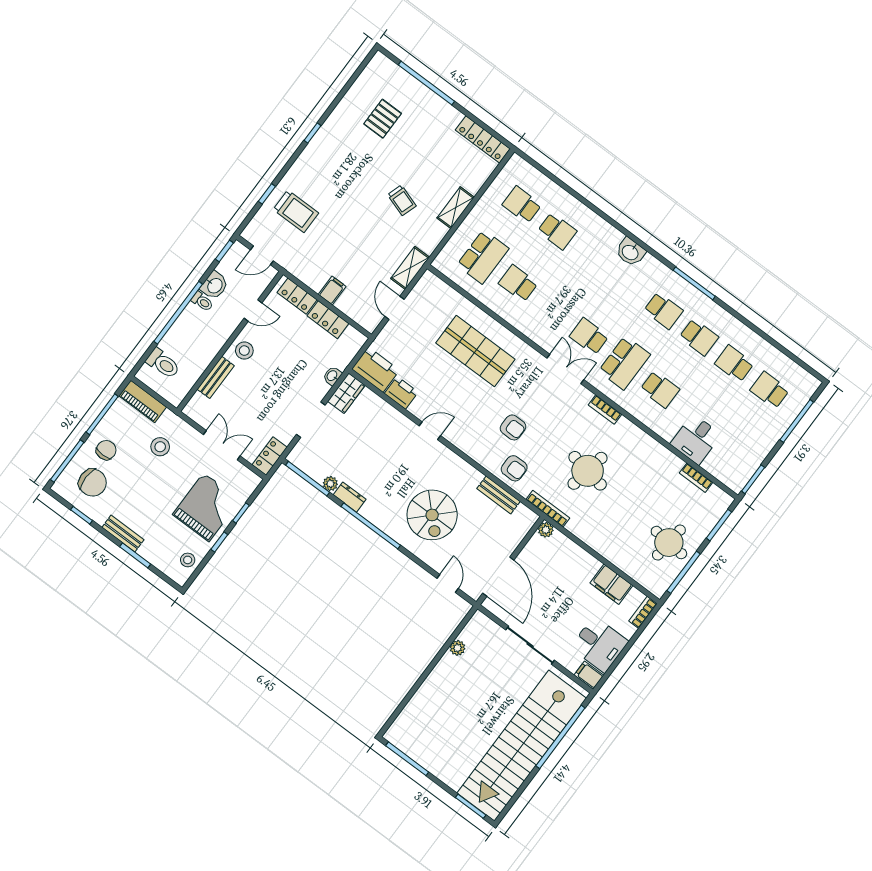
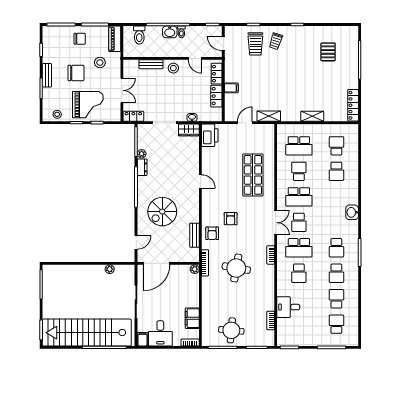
pallet: (383, 119) -> (328, 52), turned 90
trolley: (402, 200) -> (276, 41), moved
washbasin: (214, 285) -> (170, 32), moved
school desk: (554, 310) -> (299, 197), added
school desk: (589, 336) -> (299, 222), turned 180
printer: (401, 393) -> (208, 155), removed
chair: (93, 483) -> (76, 73), moved, turned -90

